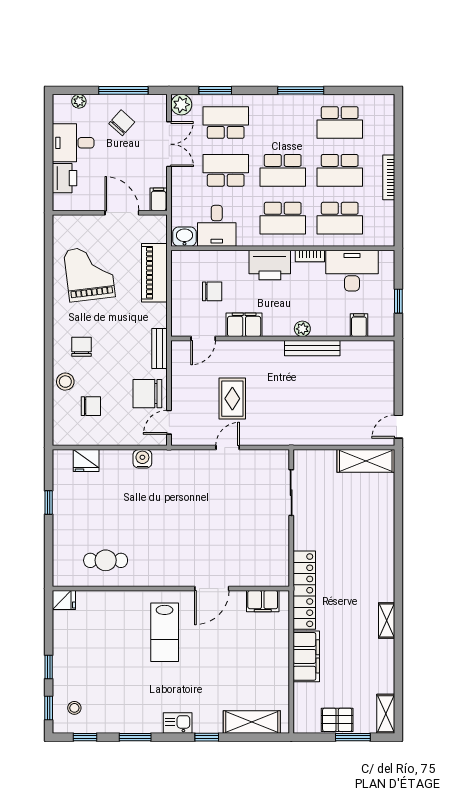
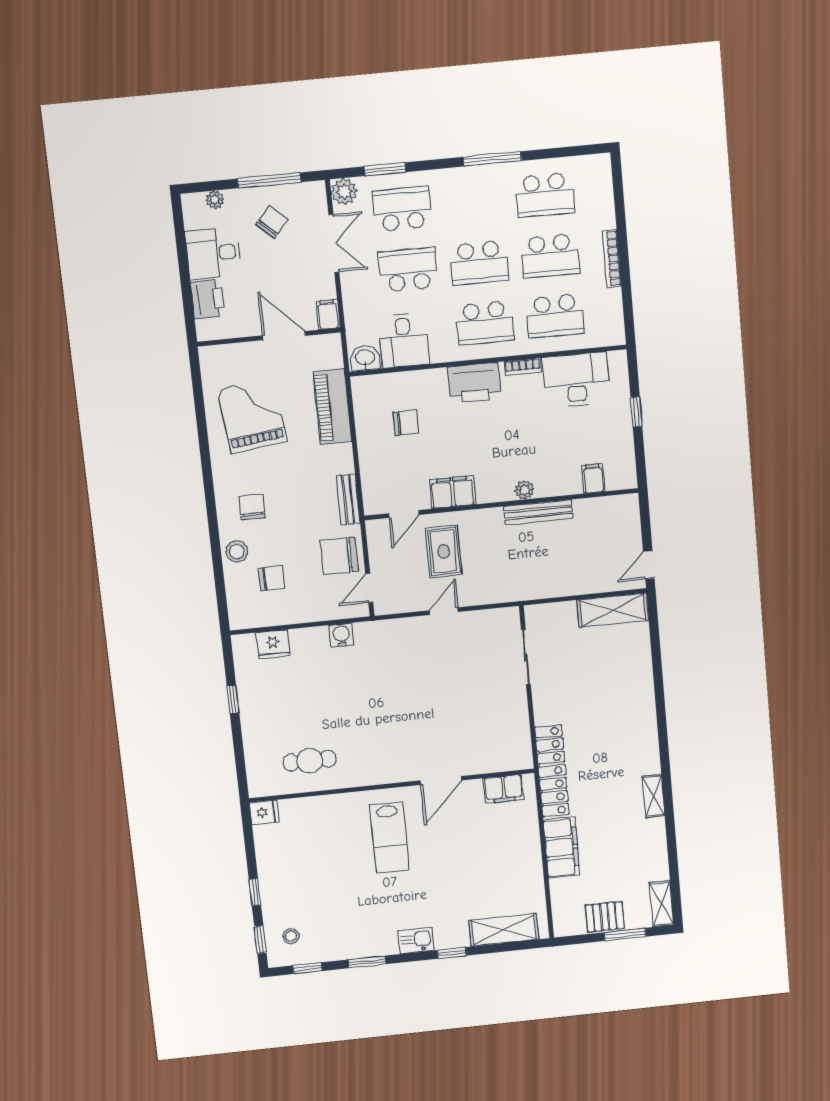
filing cabinet: (244, 325) -> (453, 492), moved
filing cabinet: (359, 325) -> (593, 478), moved
plant: (302, 329) -> (524, 490), moved
door: (203, 339) -> (404, 514), moved
wall: (283, 339) -> (502, 504), moved
bench: (312, 348) -> (539, 512), moved

